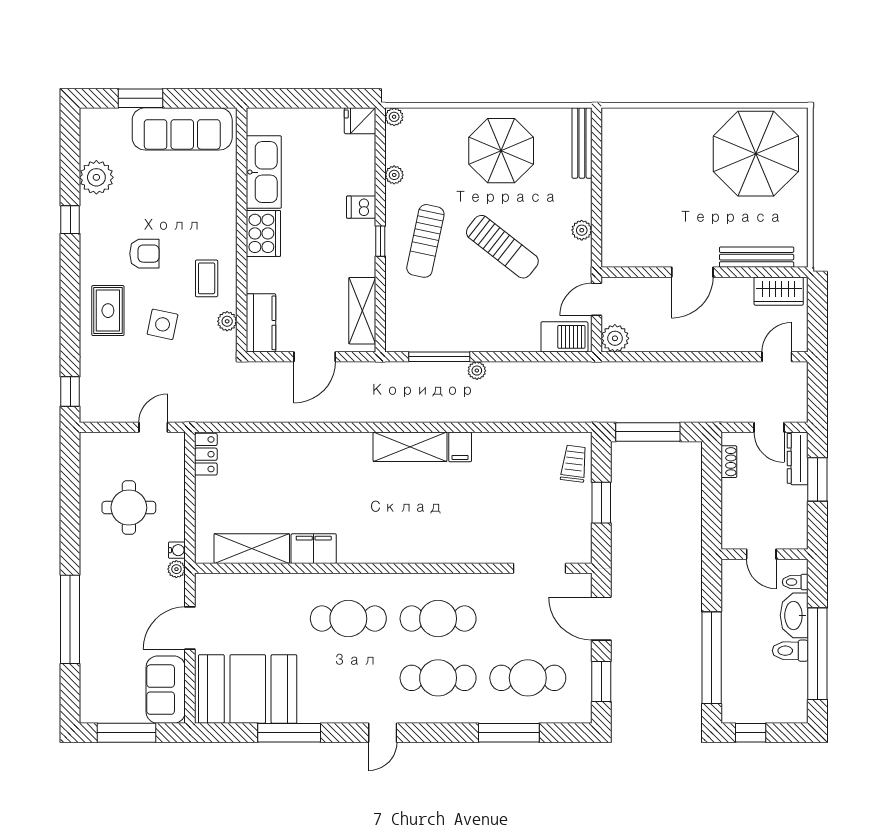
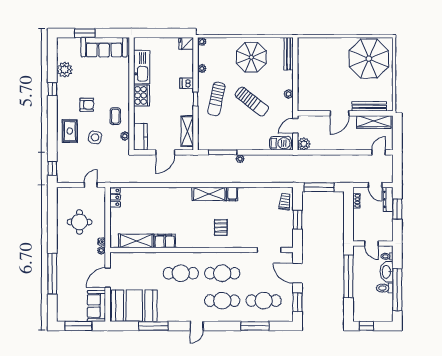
wardrobe: (779, 291) -> (374, 122), width x1.50
pallet: (435, 519) -> (221, 227), added
window: (712, 658) -> (348, 276), moved

